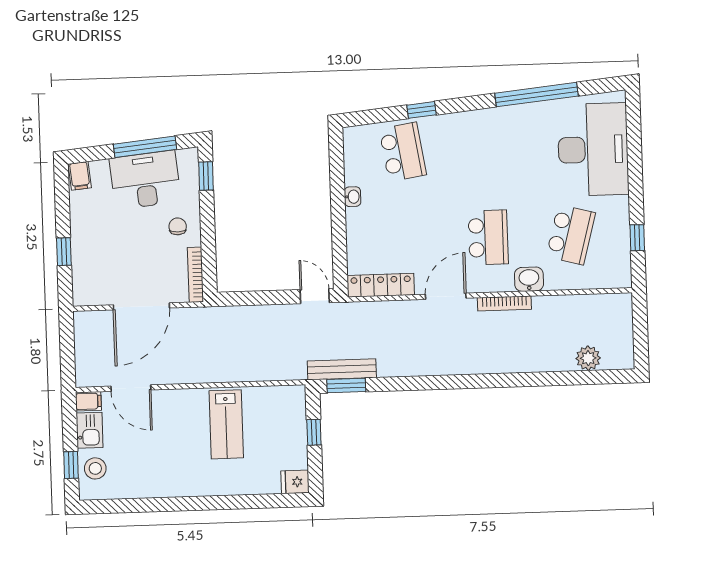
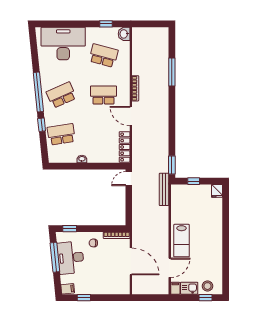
window: (536, 95) -> (38, 92), moved
school desk: (485, 149) -> (61, 95), added
window: (64, 252) -> (84, 298), moved
washbasin: (529, 279) -> (124, 34), moved
plant: (588, 358) -> (163, 49), removed
bench: (342, 369) -> (164, 189), moved
window: (541, 379) -> (172, 72), added
lab bench: (226, 424) -> (182, 241), moved, turned 90

